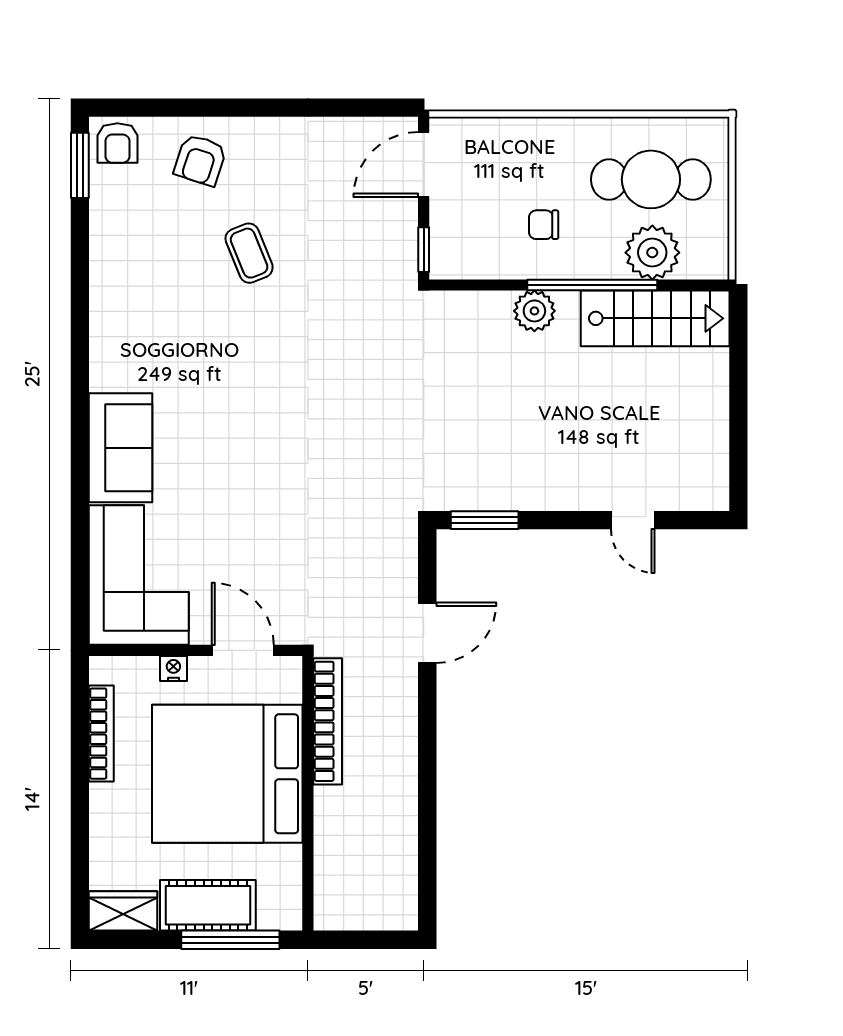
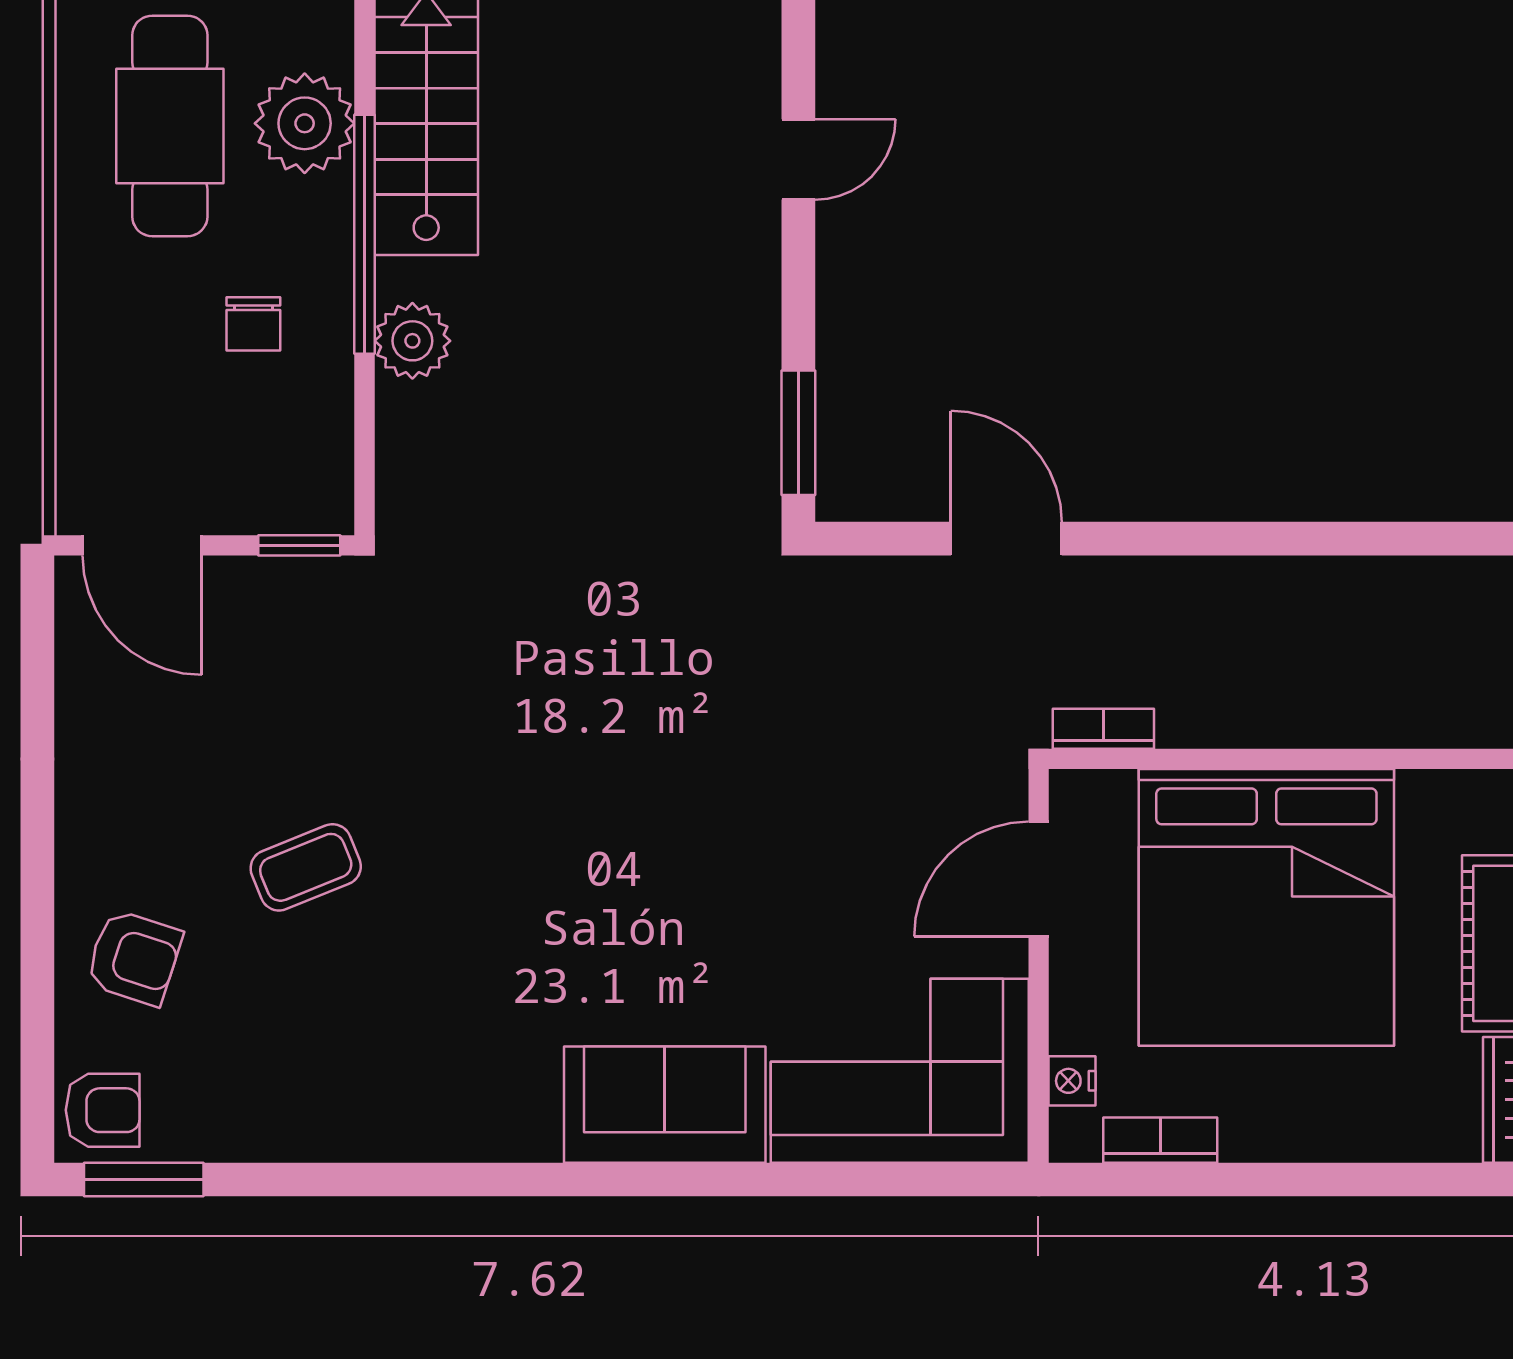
nightstand: (173, 668) -> (1072, 1081), moved
bookcase: (328, 721) -> (1103, 729), width x0.43, depth x0.76
bookcase: (101, 734) -> (1160, 1140), width x0.64

